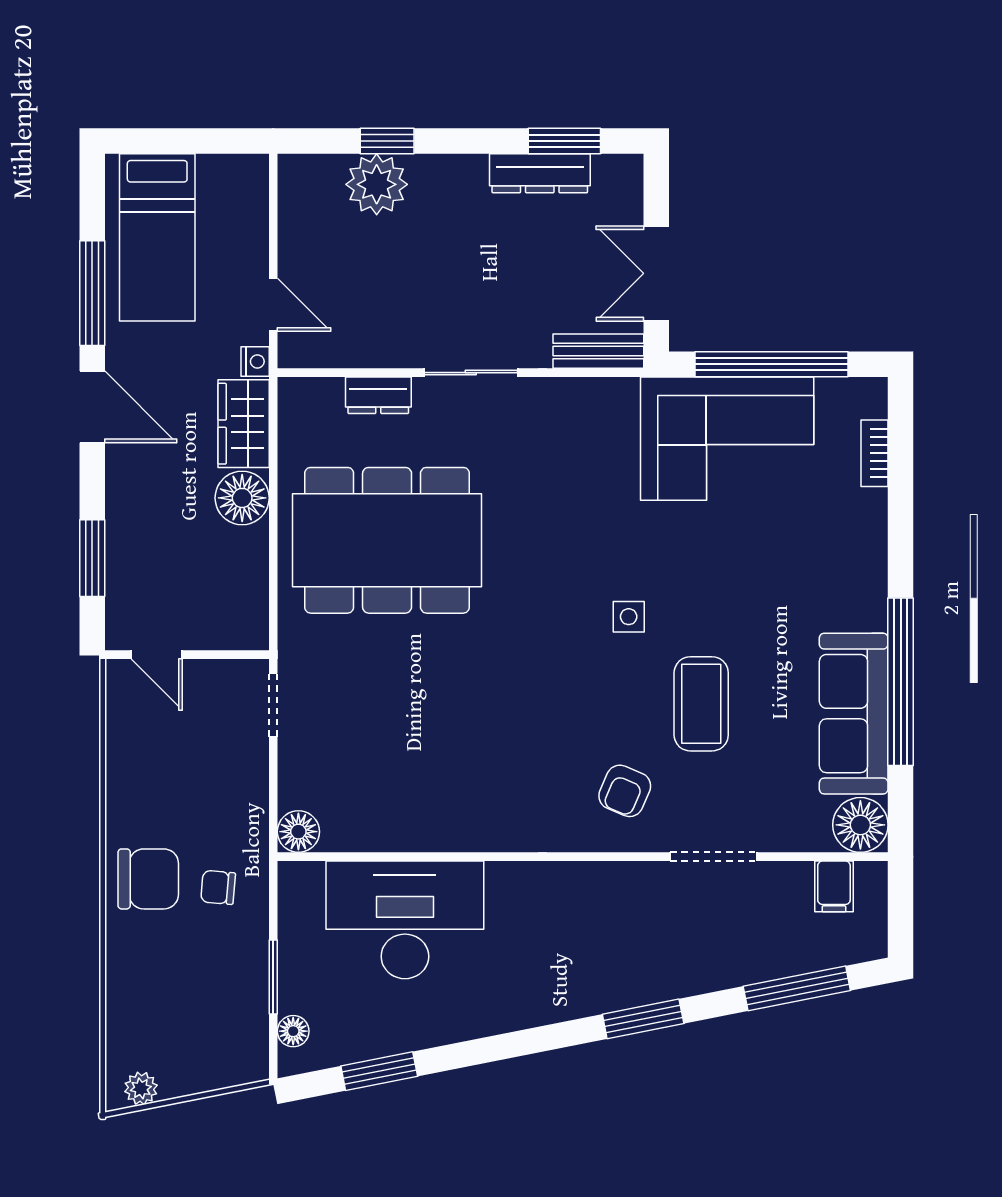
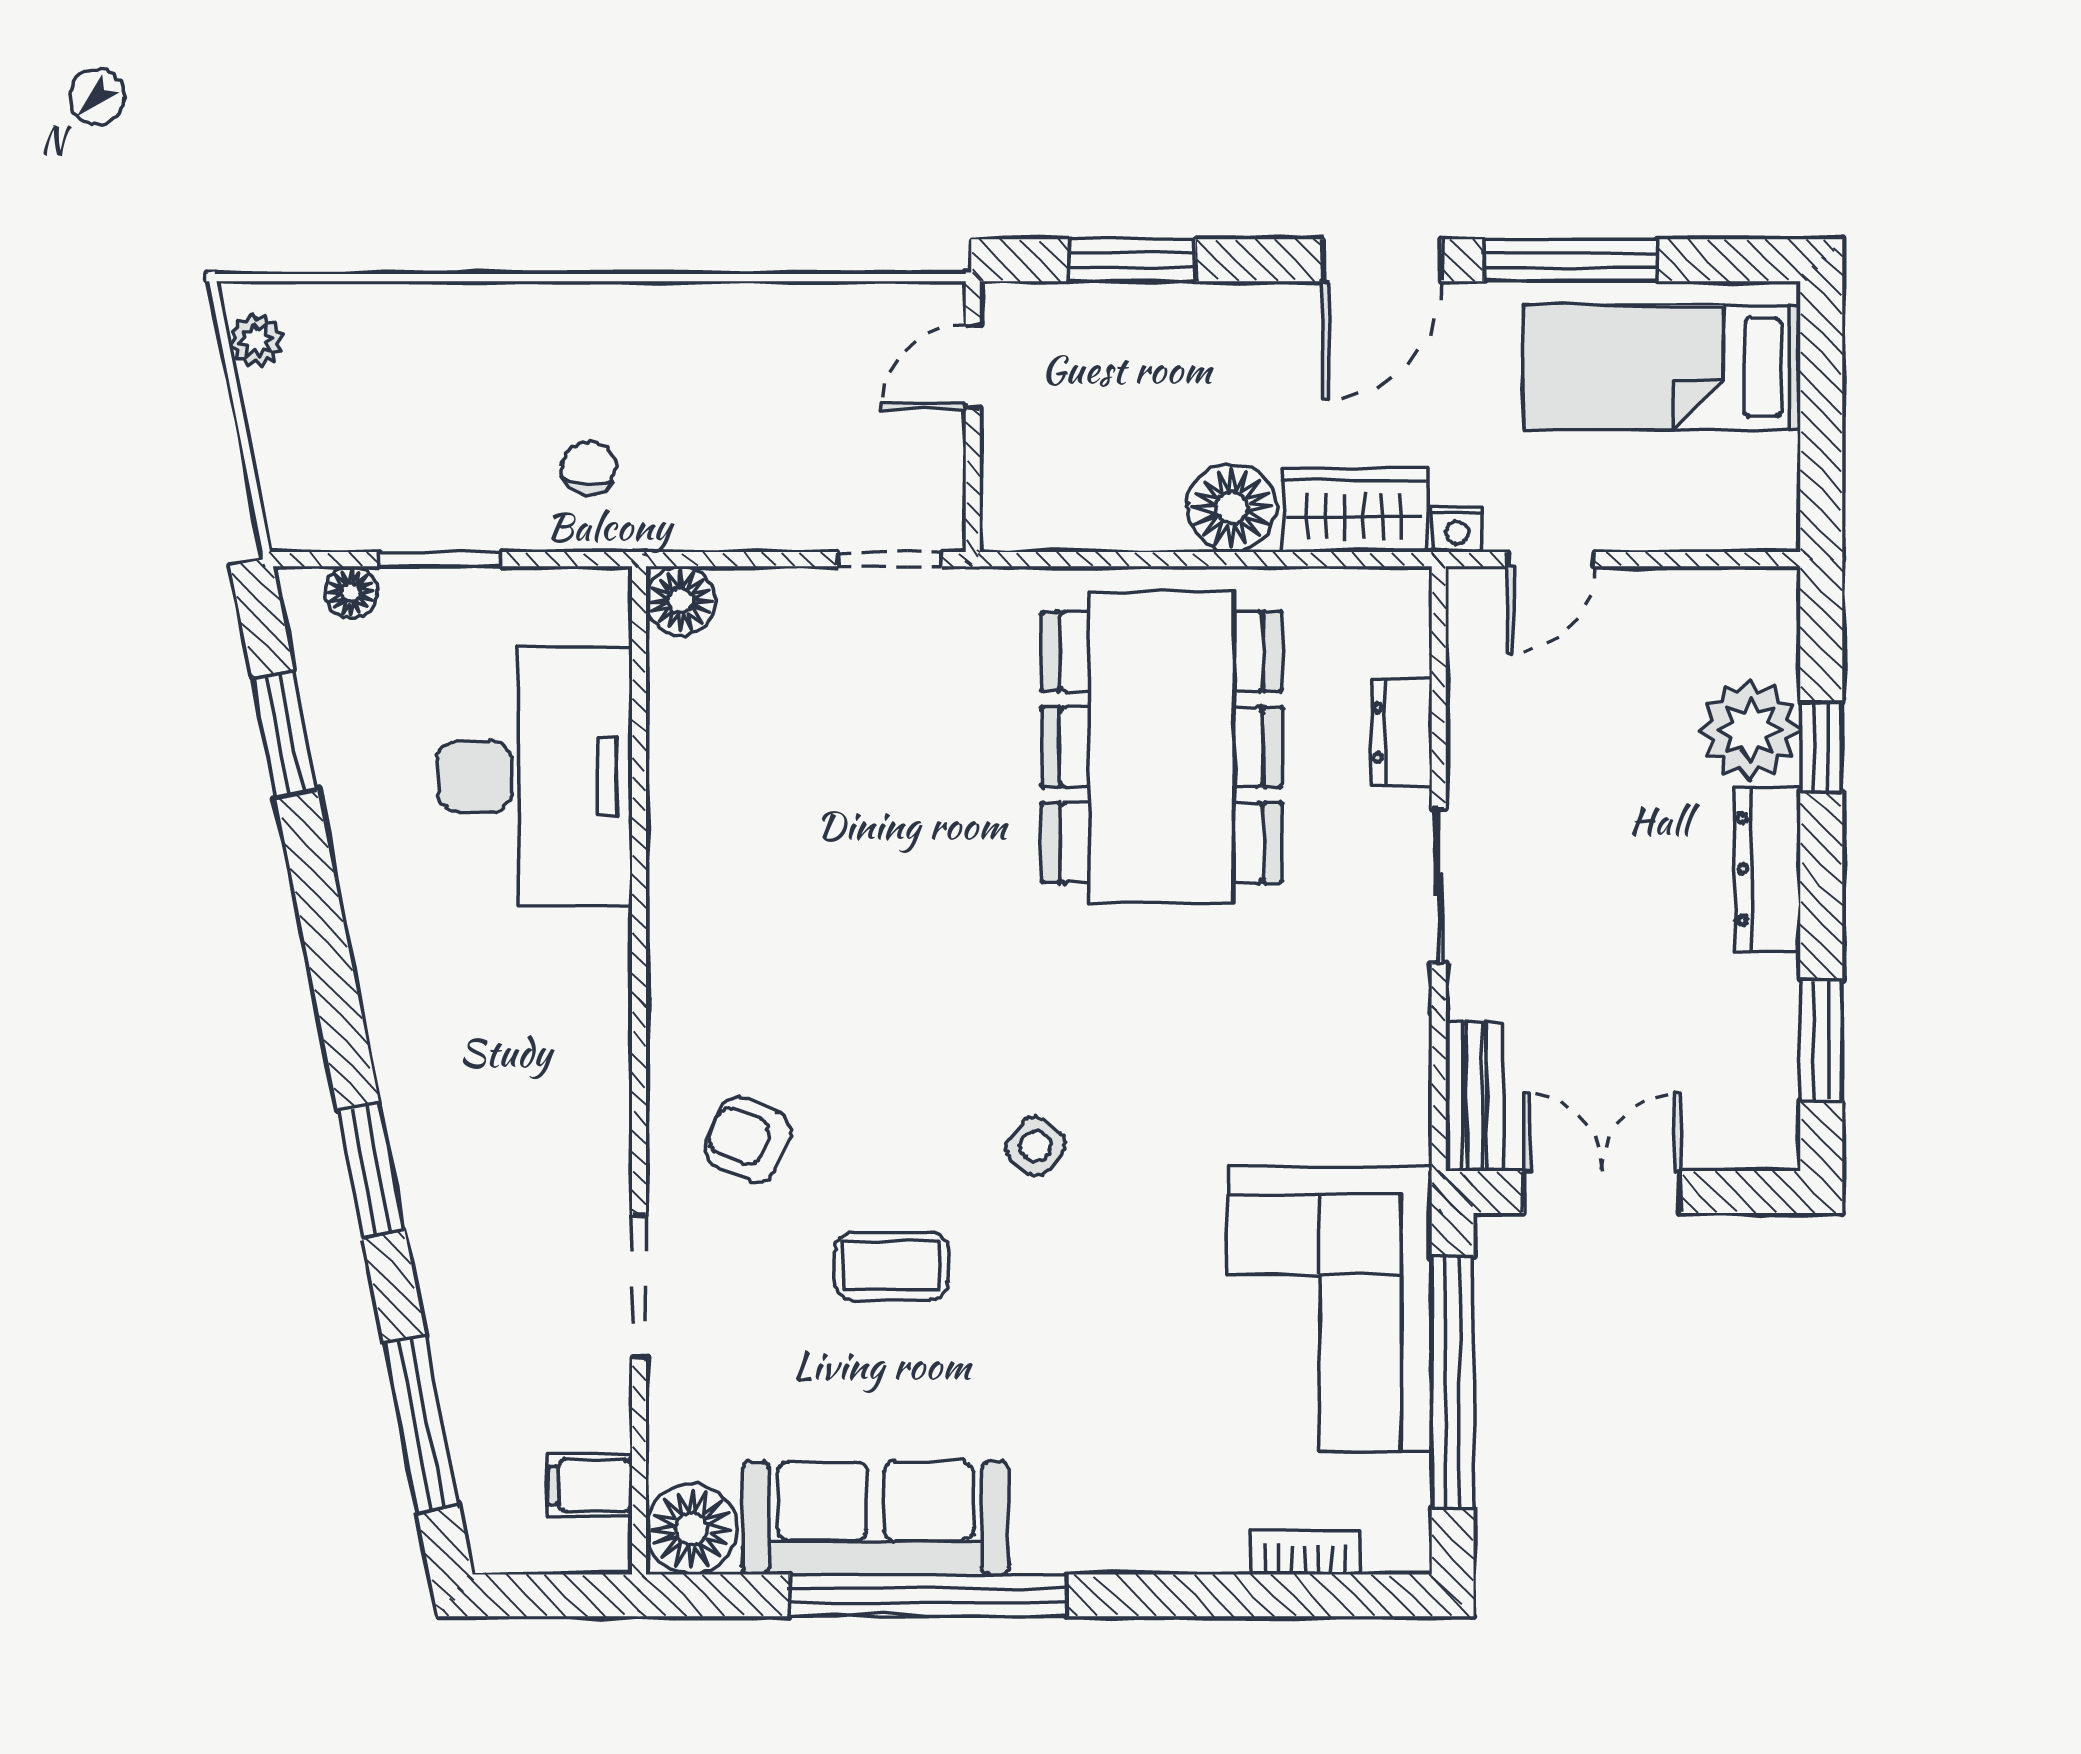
dresser: (540, 173) -> (1768, 869), moved
side table: (629, 617) -> (1036, 1146), turned 38
coffee table: (701, 704) -> (891, 1266), width x0.73, depth x0.77
chair: (148, 879) -> (602, 353), removed

